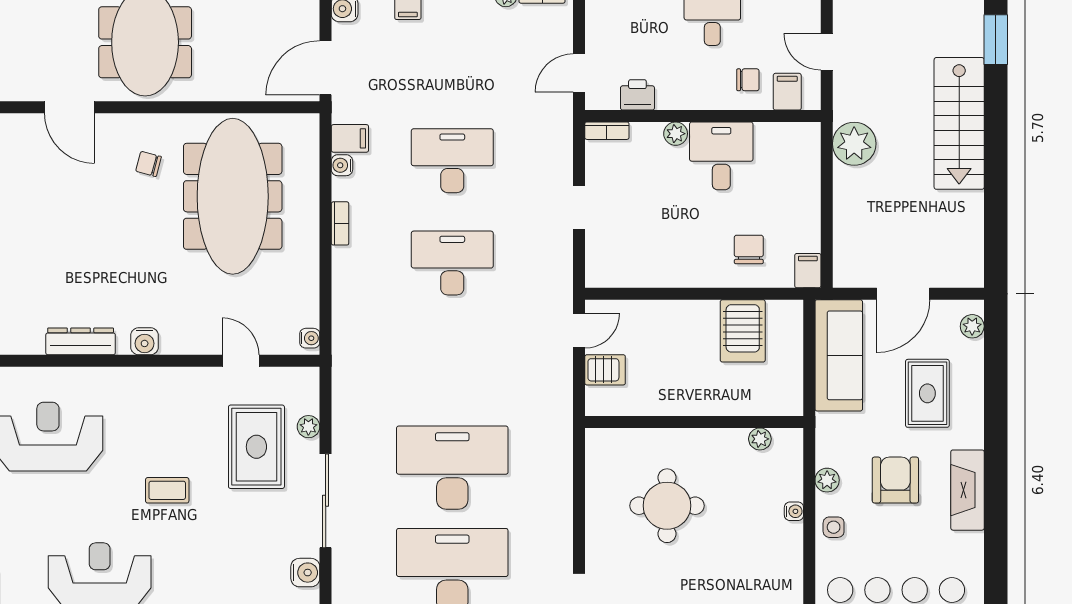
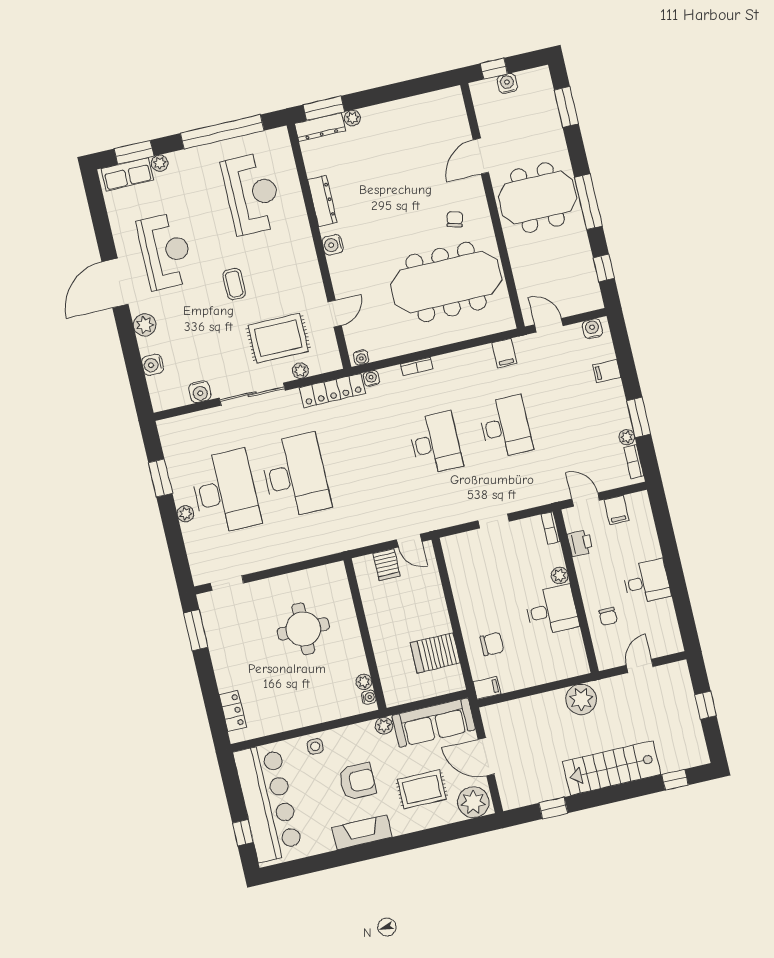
window: (996, 40) -> (675, 780), width x0.67
door: (326, 68) -> (549, 325), width x0.73
filing cabinet: (787, 92) -> (617, 510), moved, turned 90
water cooler: (342, 165) -> (371, 378), moved
window: (996, 217) -> (553, 808), added
bookcase: (340, 223) -> (417, 366), moved
plant: (972, 326) -> (473, 802), width x1.87, depth x1.87
locker: (346, 389) -> (332, 390), added
plant: (827, 480) -> (384, 726), moved
water cooler: (794, 511) -> (369, 697), moved, turned -90

